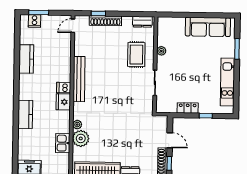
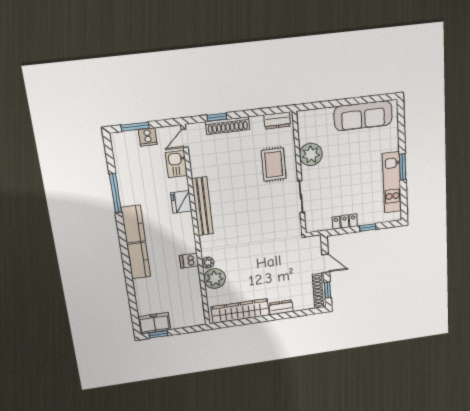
cooker: (34, 21) -> (148, 137), moved
window: (237, 49) -> (403, 167), moved
plant: (161, 51) -> (311, 155), width x1.87, depth x1.87
window: (17, 59) -> (115, 193), added
kitchen counter: (26, 59) -> (133, 224), moved
dishwasher: (64, 88) -> (189, 261), moved
fridge: (63, 102) -> (181, 202), moved
kitchen sink: (63, 143) -> (176, 164), moved

